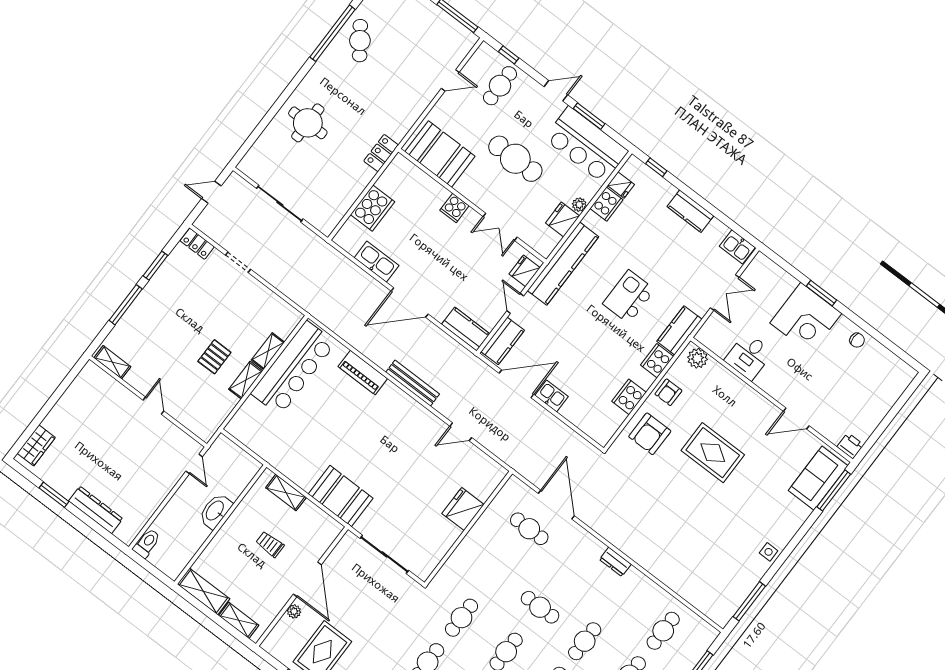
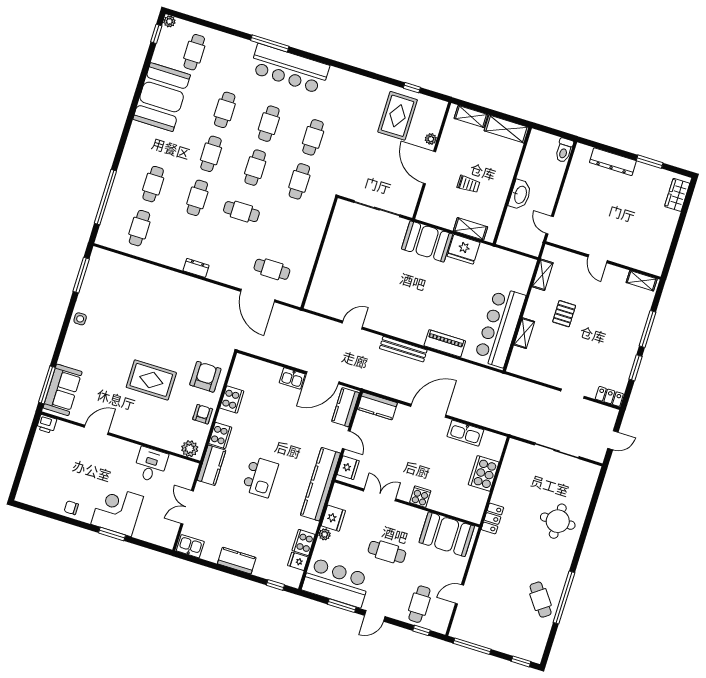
cafe table: (515, 159) -> (387, 552), width x0.73, depth x0.74
shelving: (246, 380) -> (543, 275), moved
fridge: (463, 509) -> (464, 249), moved, turned 90

